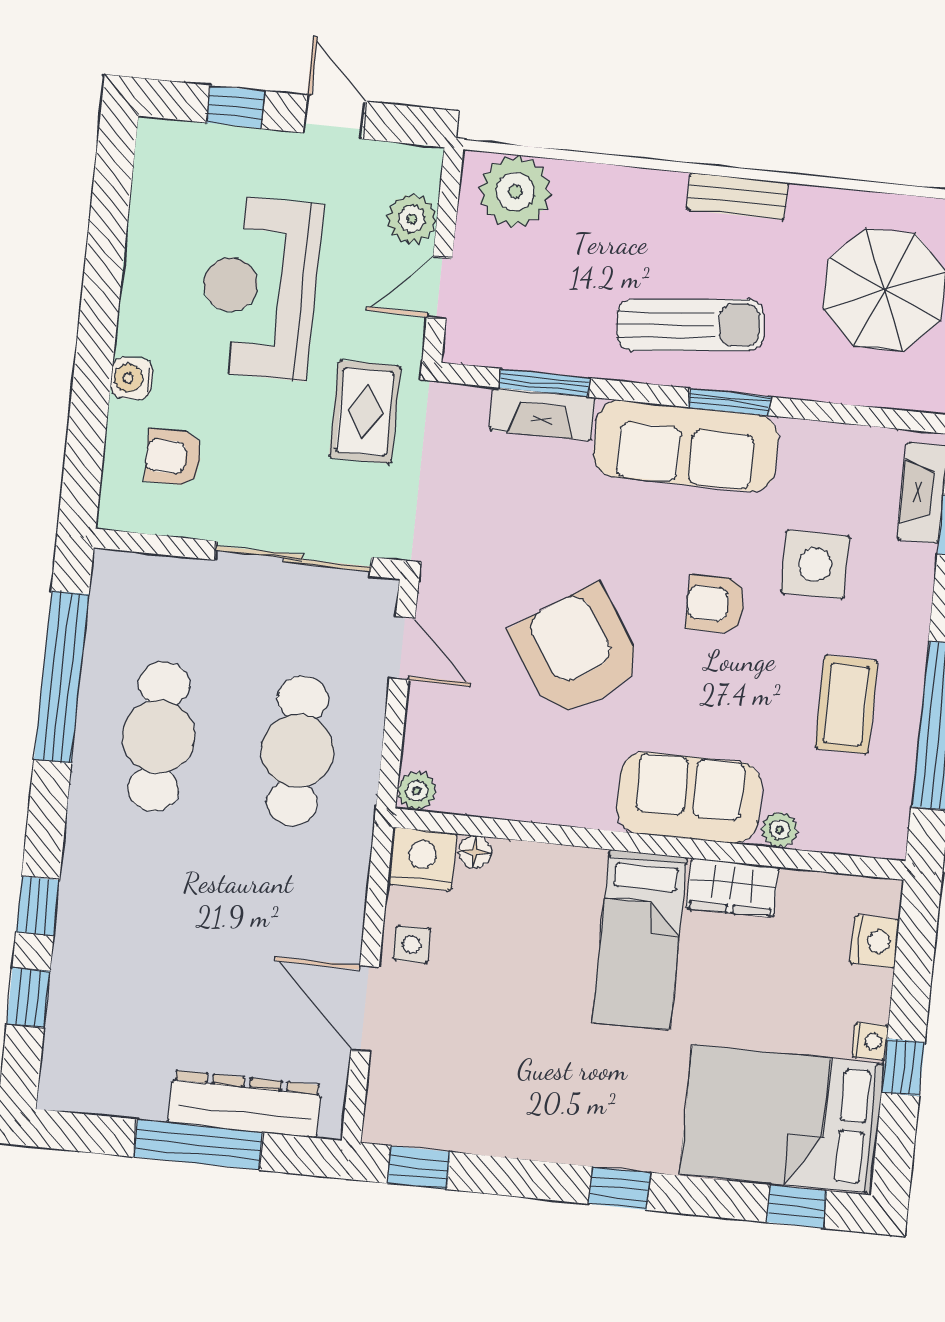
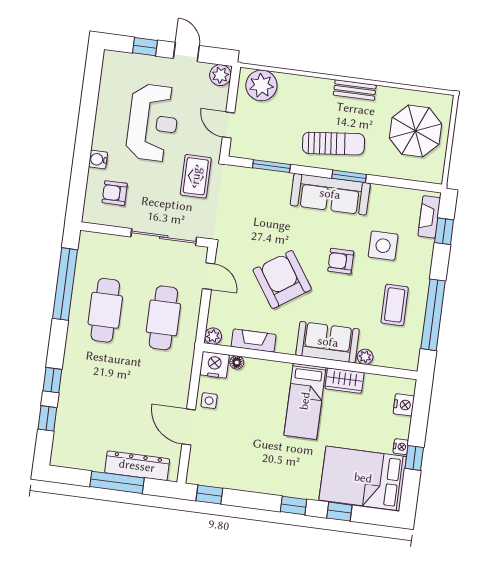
plant: (412, 219) -> (220, 75), moved
reception desk: (260, 287) -> (153, 123), turned 180
door: (439, 288) -> (228, 125), hinge flipped
fireplace: (542, 414) -> (254, 341), moved, turned 180
window: (796, 1207) -> (339, 512), moved

